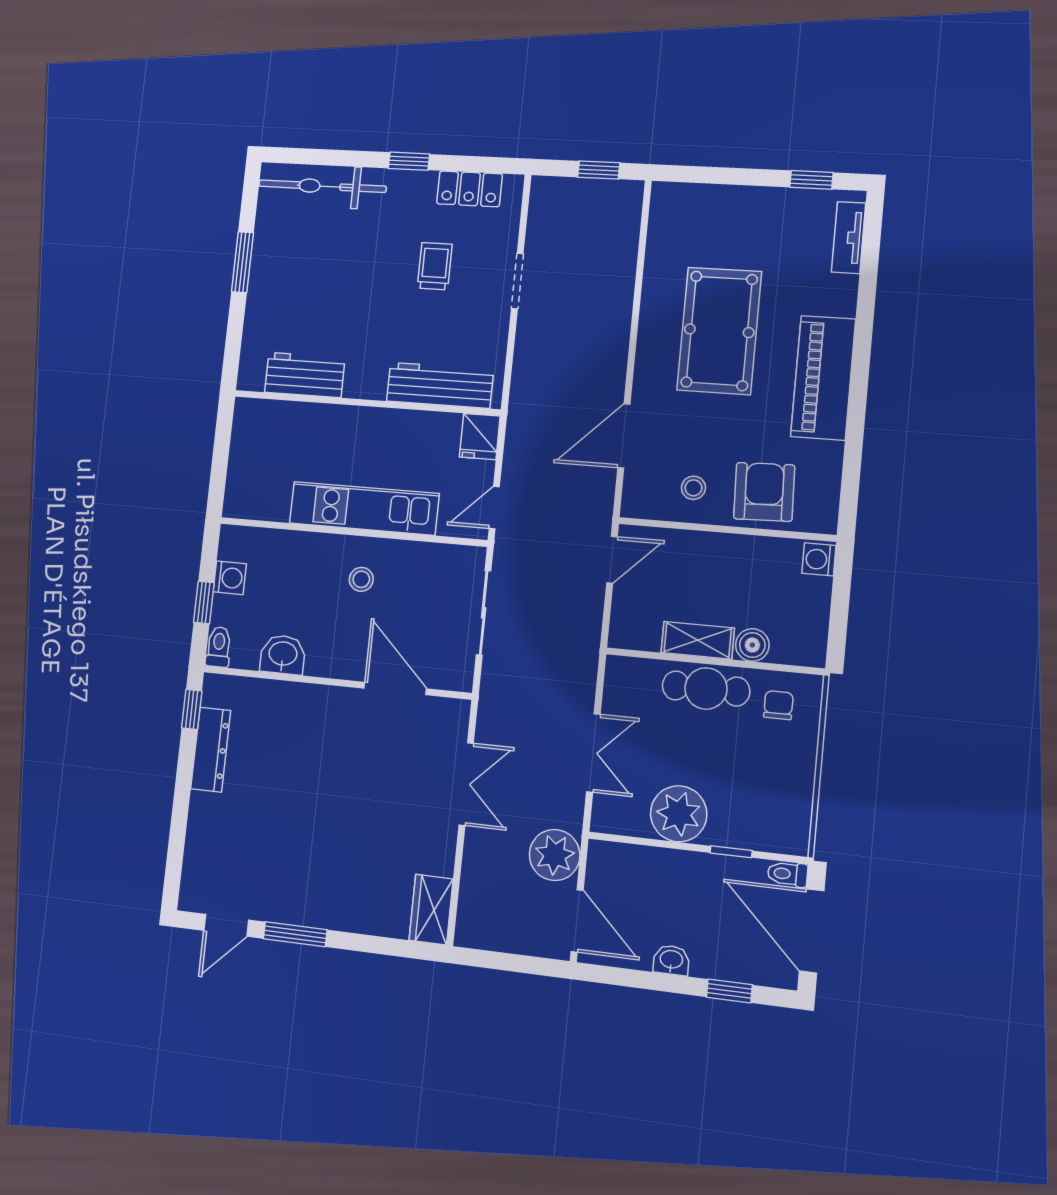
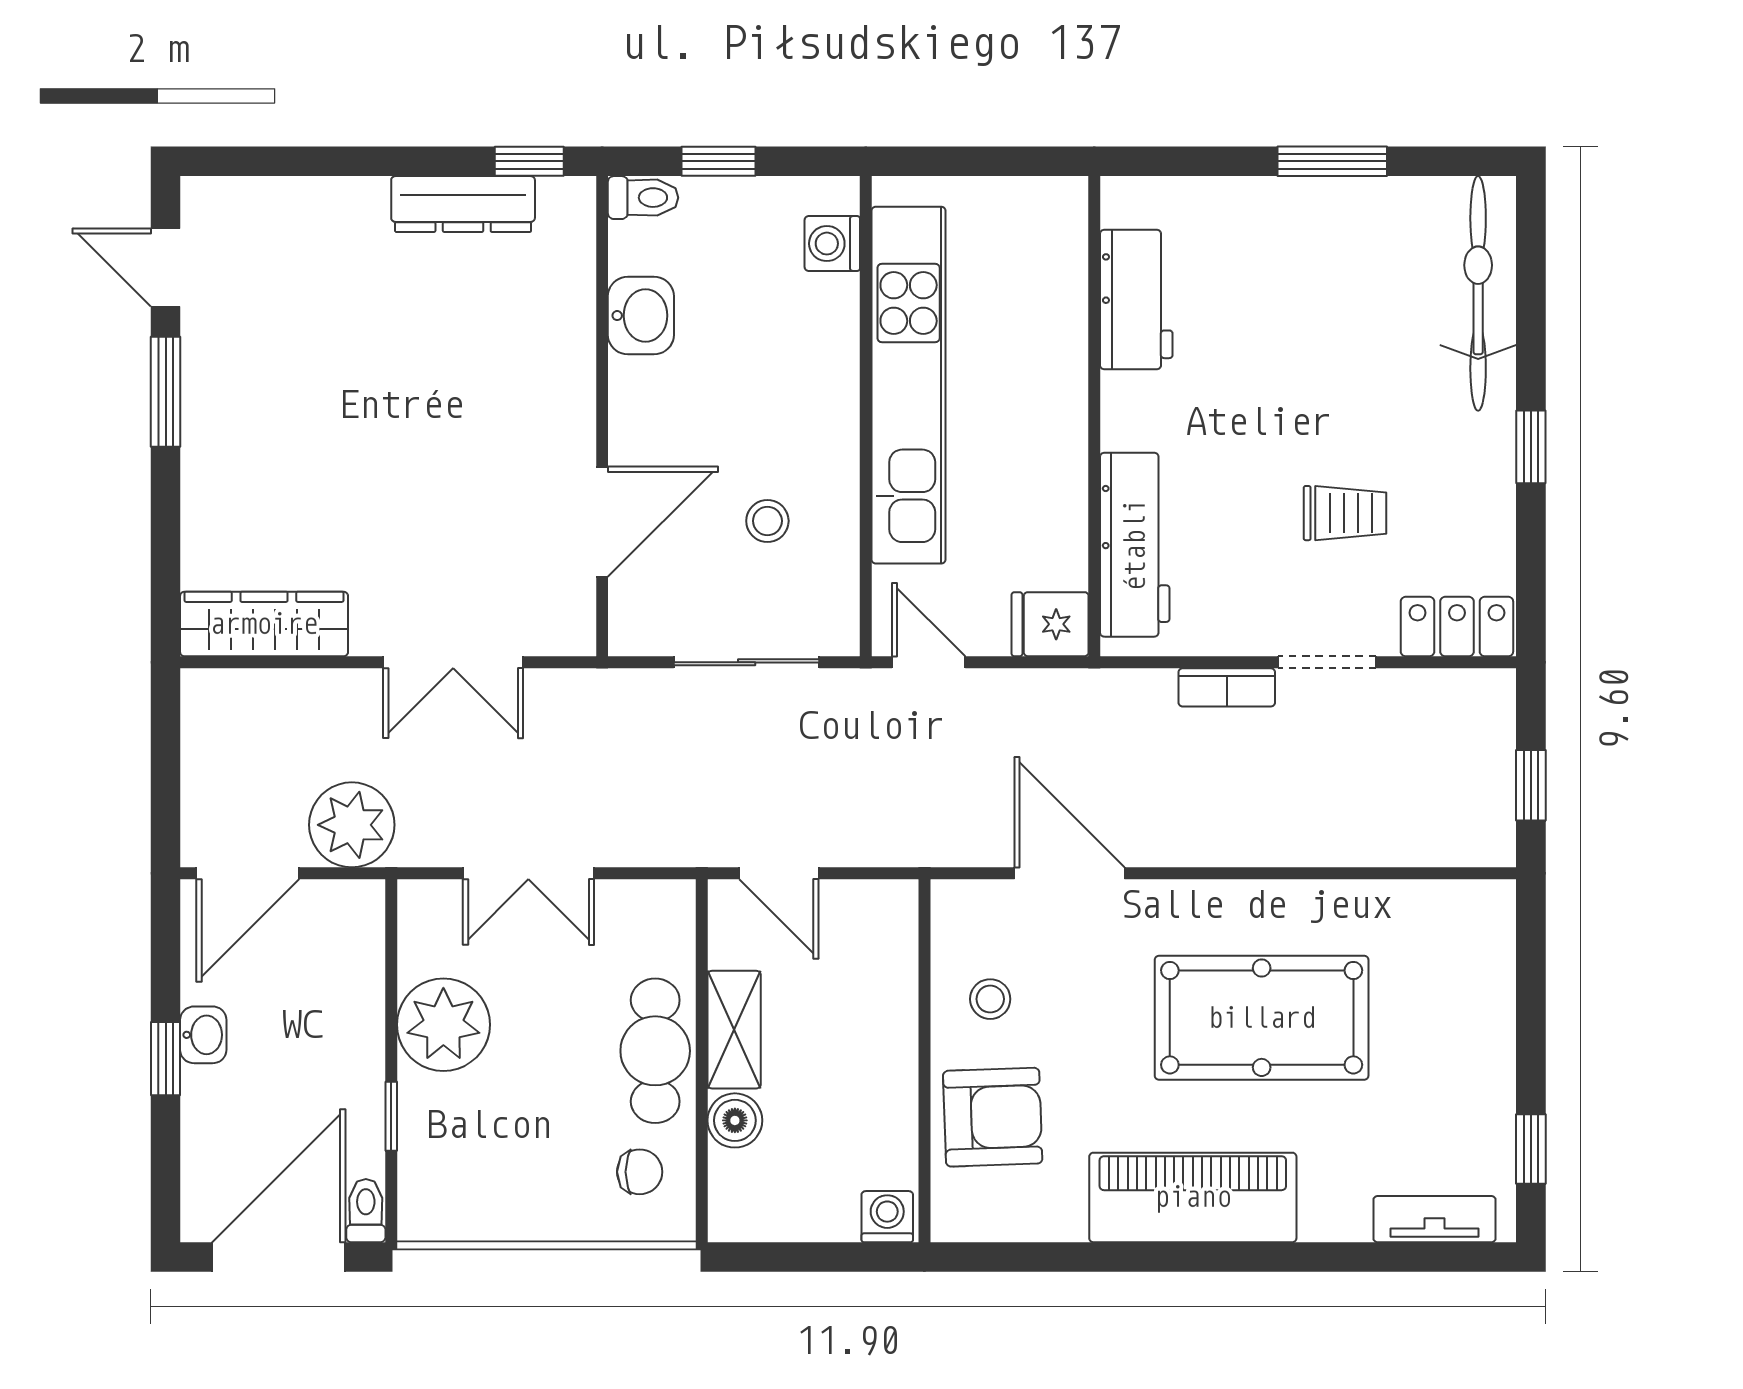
locker: (469, 189) -> (1457, 627), moved, turned 90
bookcase: (526, 339) -> (1227, 687), added
kitchen unit: (364, 508) -> (909, 385), width x1.36
door: (612, 560) -> (779, 873), moved
washing machine: (230, 578) -> (832, 244), moved, turned 90
stool: (361, 579) -> (767, 521), moved
wardrobe: (431, 910) -> (264, 624), width x1.50
window: (729, 991) -> (166, 1059), moved

